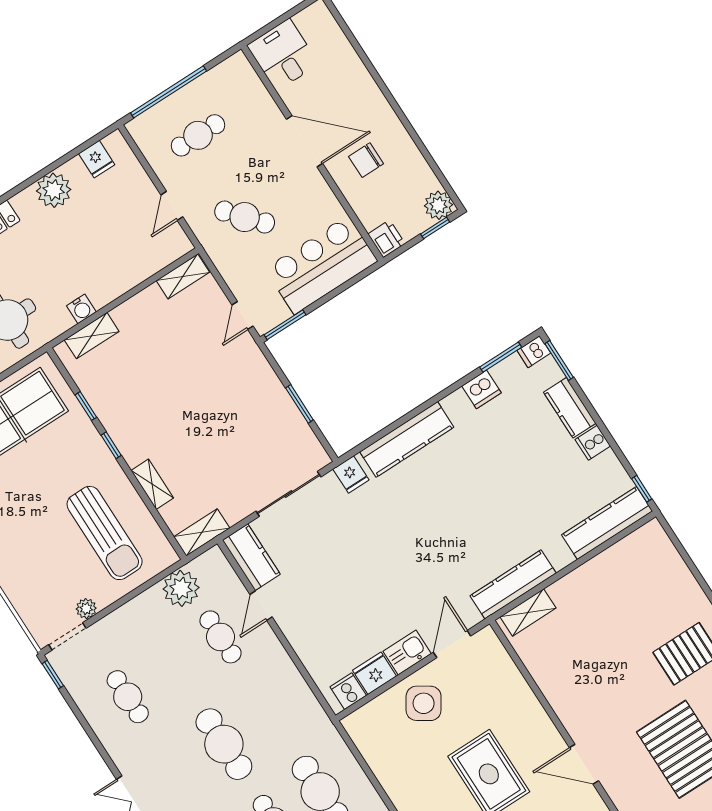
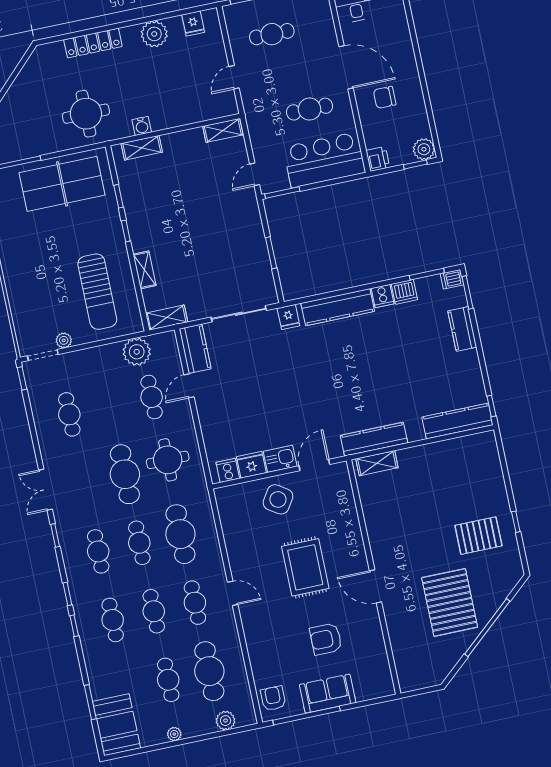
cafe table: (245, 217) -> (310, 109), moved, turned -49
cooker: (593, 443) -> (383, 296), moved, turned -90
round table: (270, 706) -> (168, 460), added

